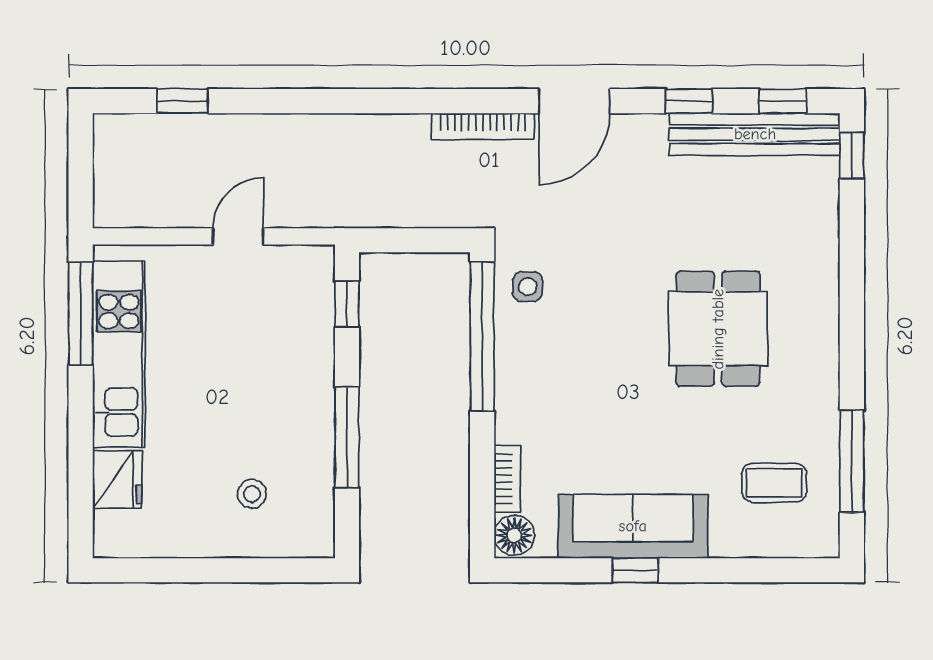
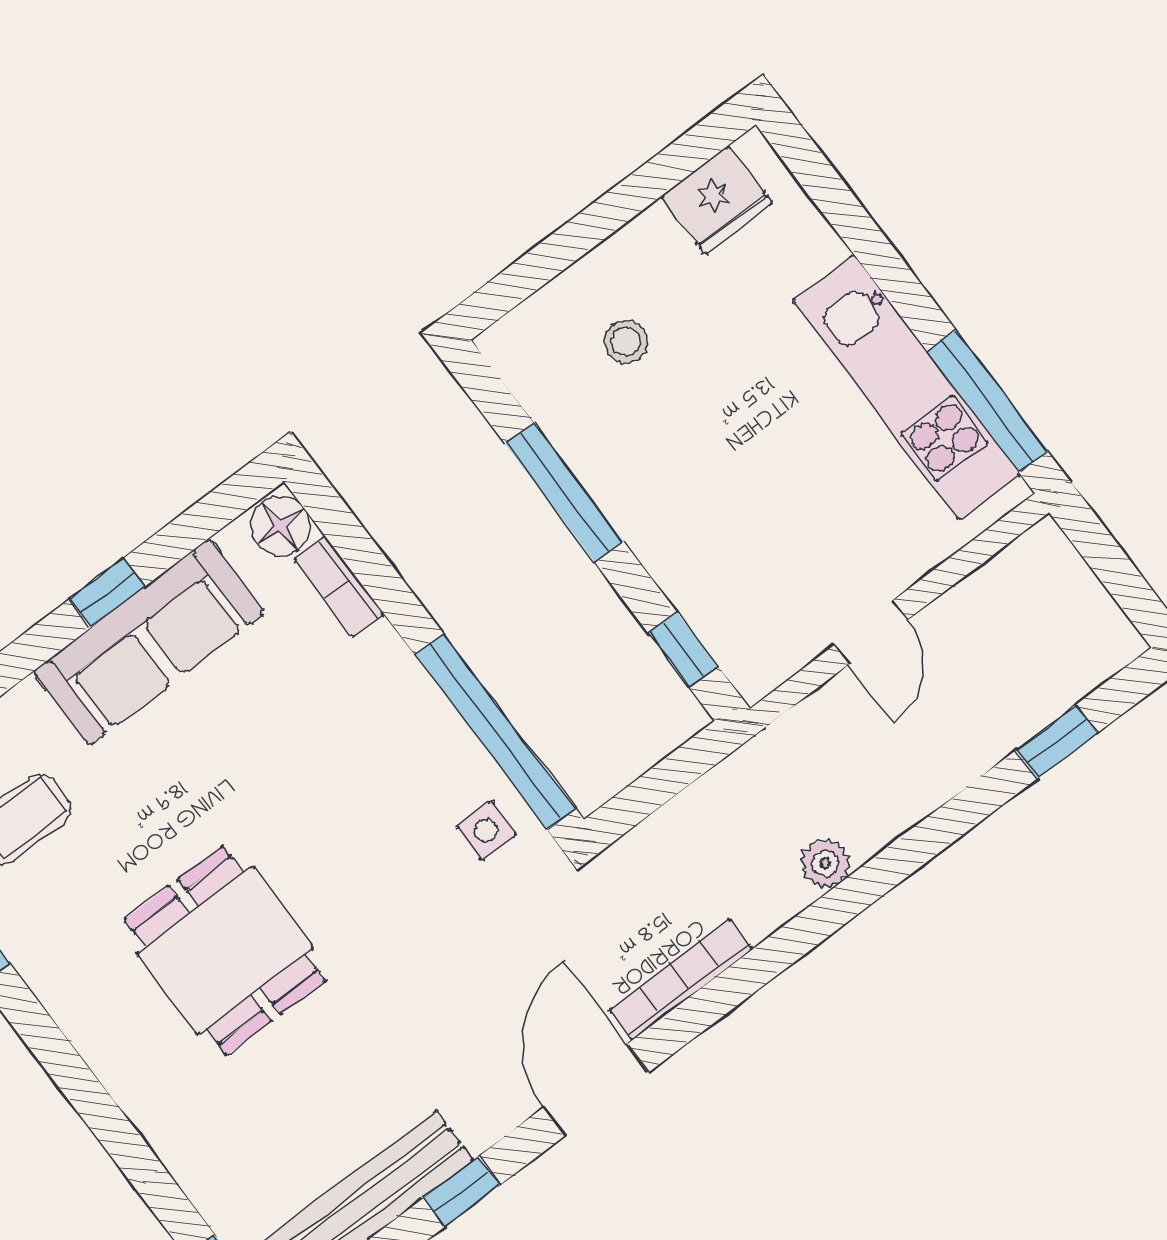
plant: (358, 130) -> (825, 863), added
fridge: (117, 479) -> (717, 200), moved, turned -90

